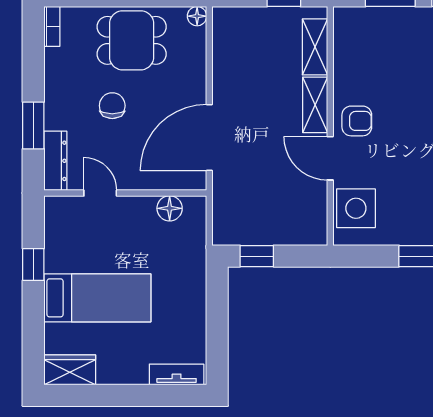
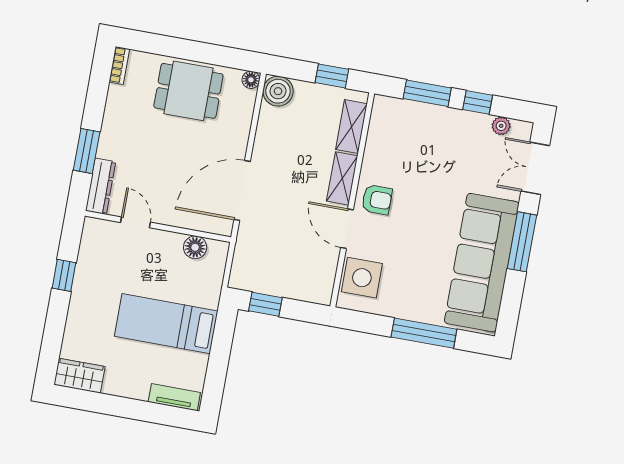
boiler: (229, 23) -> (278, 91), added
chair: (112, 106) -> (160, 146), removed
bed: (97, 298) -> (166, 324), moved, turned 180

